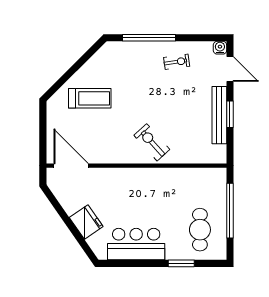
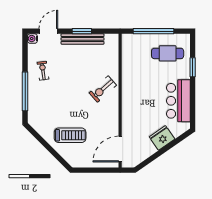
treadmill: (90, 98) -> (70, 135), turned 90

